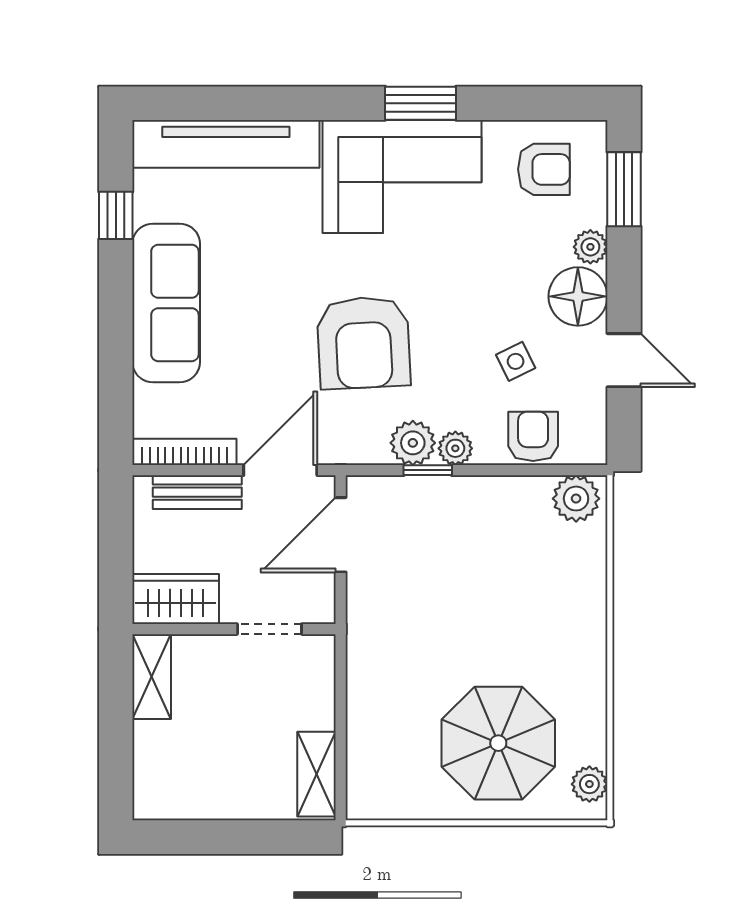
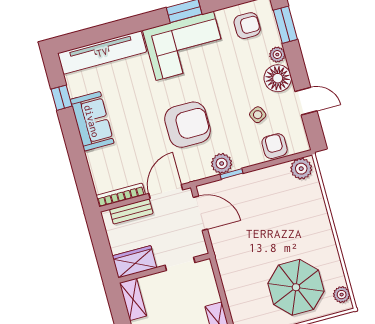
sofa: (166, 303) -> (92, 121), width x0.73
armchair: (363, 343) -> (187, 125), turned -87
plant: (455, 448) -> (241, 161), removed
door: (341, 535) -> (200, 213), swing flipped

